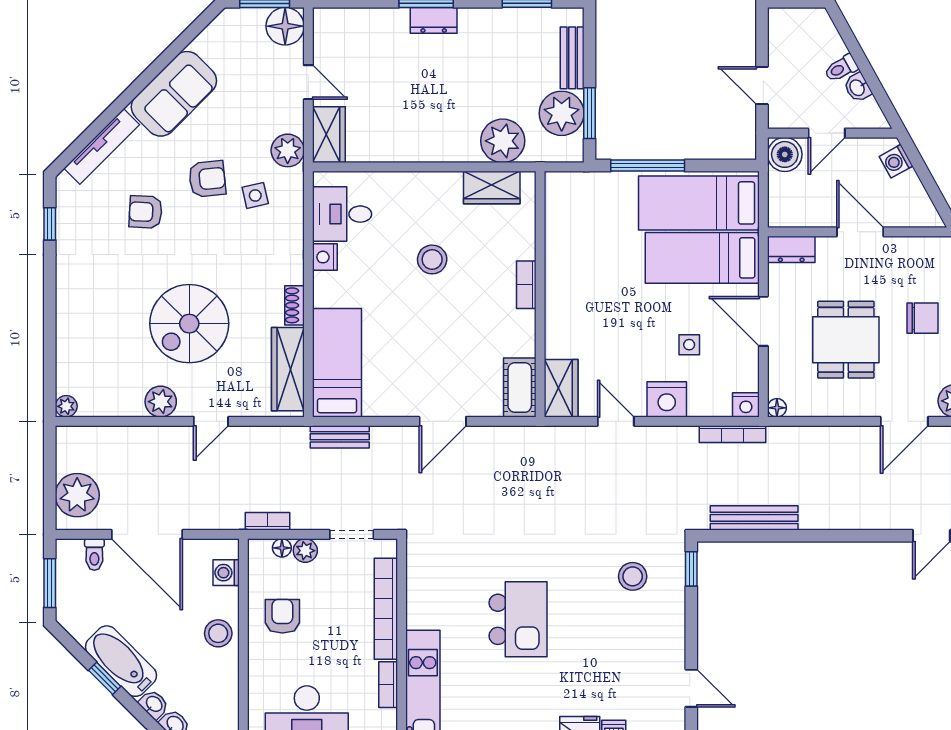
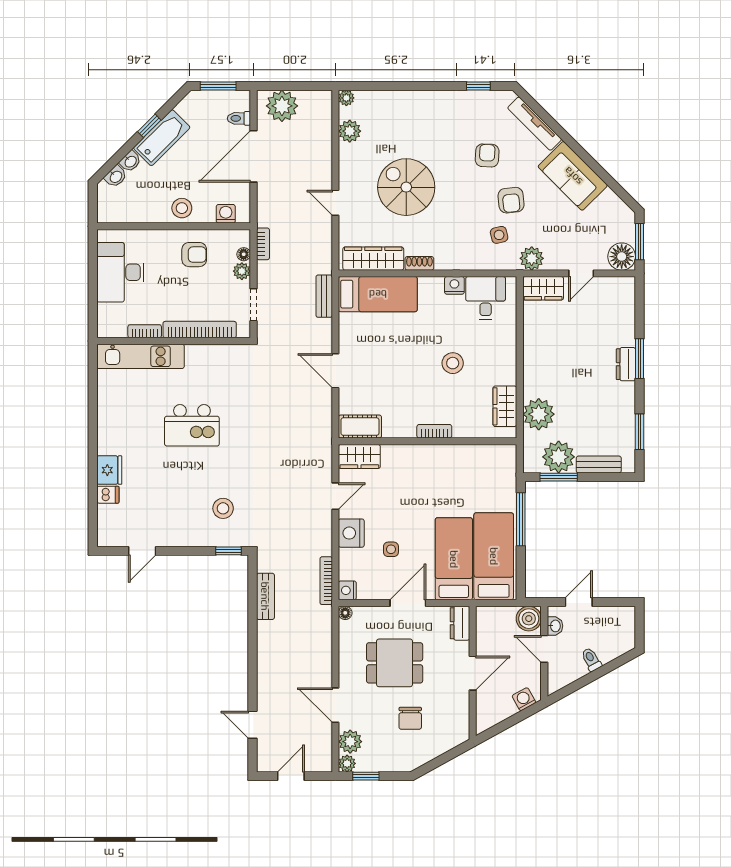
washbasin: (858, 87) -> (555, 626), moved, turned 119
plant: (161, 402) -> (350, 131), moved
bench: (754, 518) -> (265, 596), width x0.73

